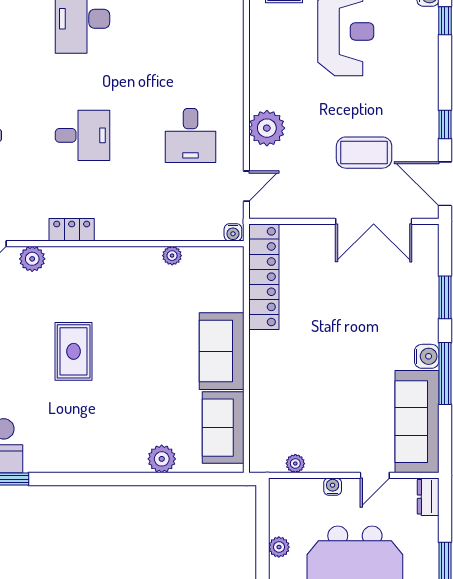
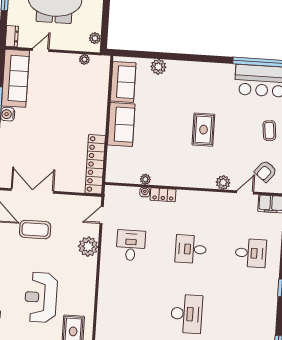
locker: (72, 230) -> (163, 195), moved
water cooler: (233, 232) -> (145, 192), moved
water cooler: (333, 487) -> (65, 45), removed
plant: (279, 547) -> (95, 38), moved

